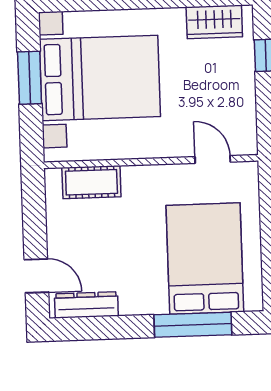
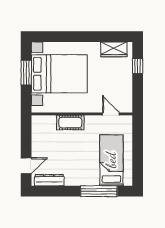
cot: (91, 182) -> (70, 123), moved
bed: (205, 259) -> (111, 160), width x0.67
door: (36, 276) -> (26, 166), hinge flipped

